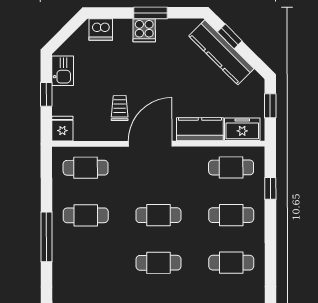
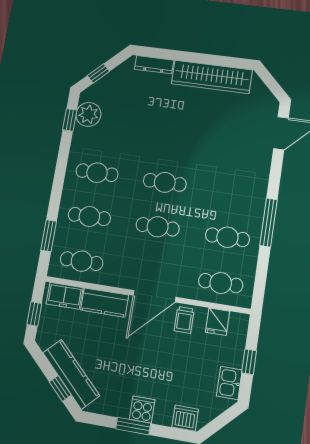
trolley: (120, 108) -> (184, 320), moved
fridge: (62, 129) -> (218, 322), moved
window: (270, 188) -> (49, 236), width x1.50

